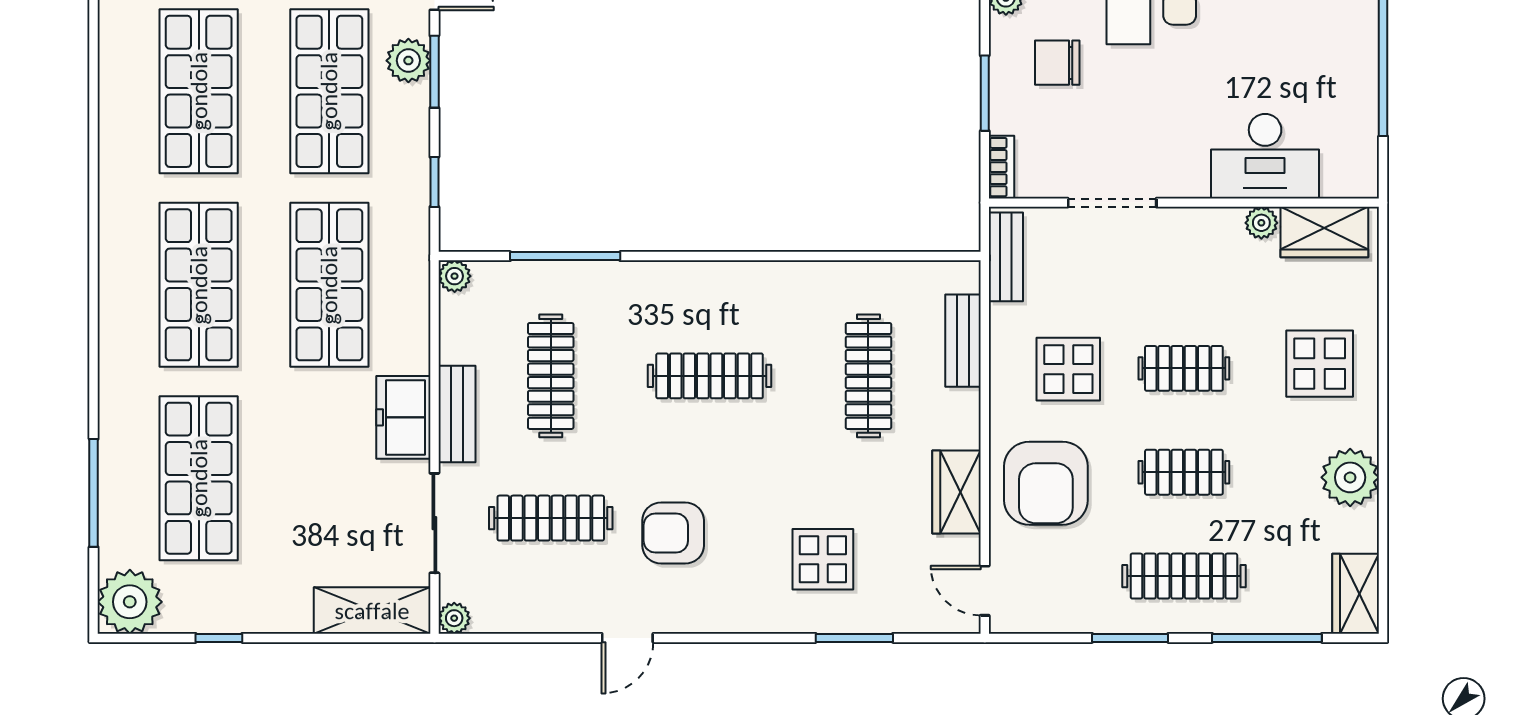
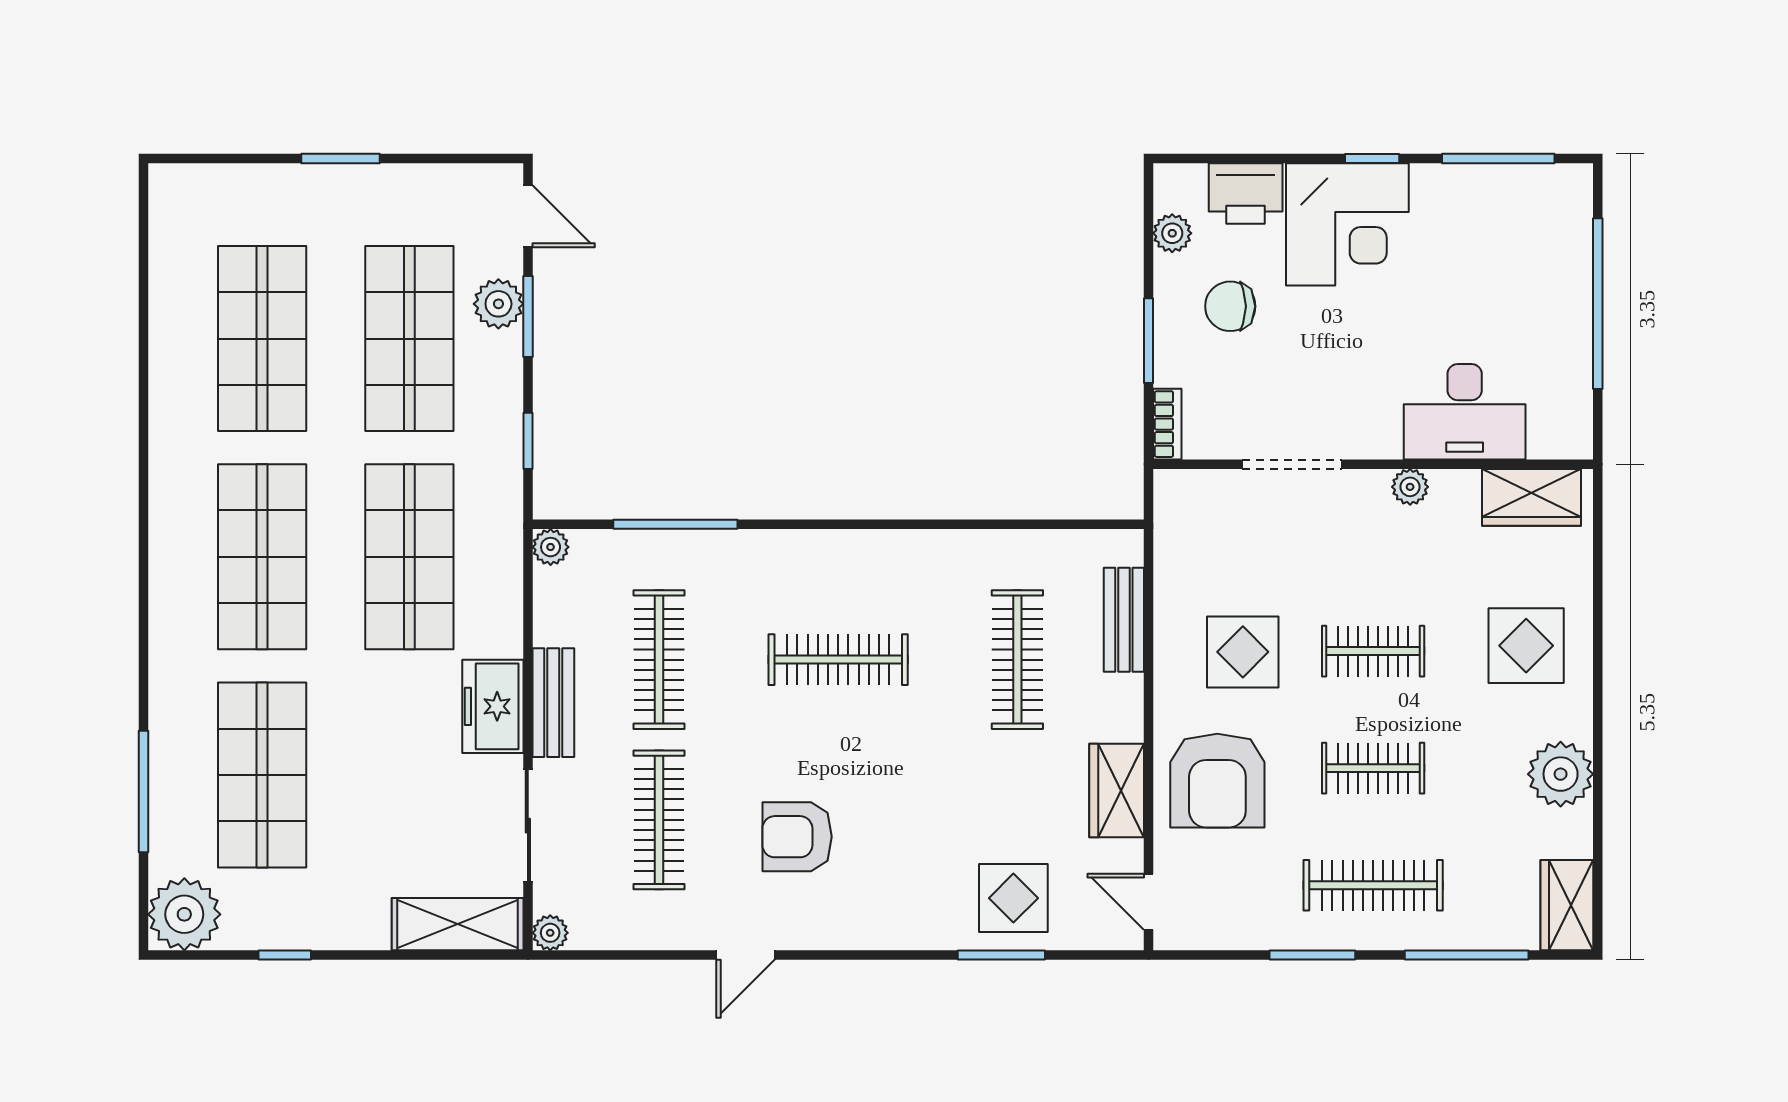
plant: (1261, 223) -> (1410, 487), moved
bench: (1006, 257) -> (1172, 525), removed
clothes rail: (551, 518) -> (659, 820), turned 90
display table: (823, 559) -> (1013, 898), moved

